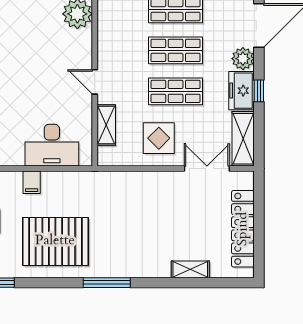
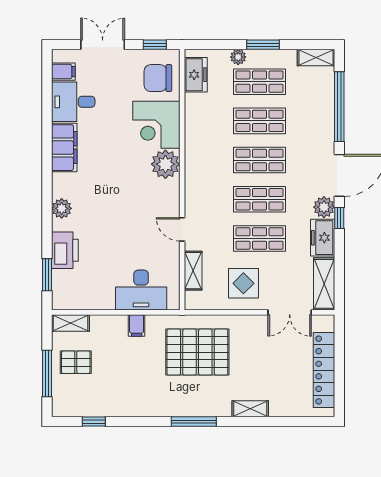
window: (259, 91) -> (339, 218), moved
double door: (207, 168) -> (290, 312), swing flipped
filing cabinet: (32, 182) -> (137, 325), moved
pallet: (55, 241) -> (197, 352), moved
shelving: (190, 269) -> (250, 409), moved

